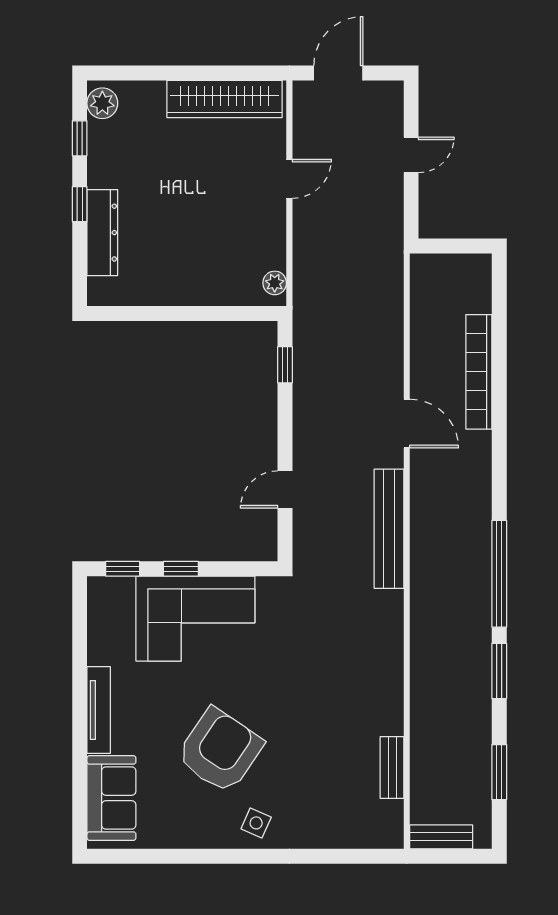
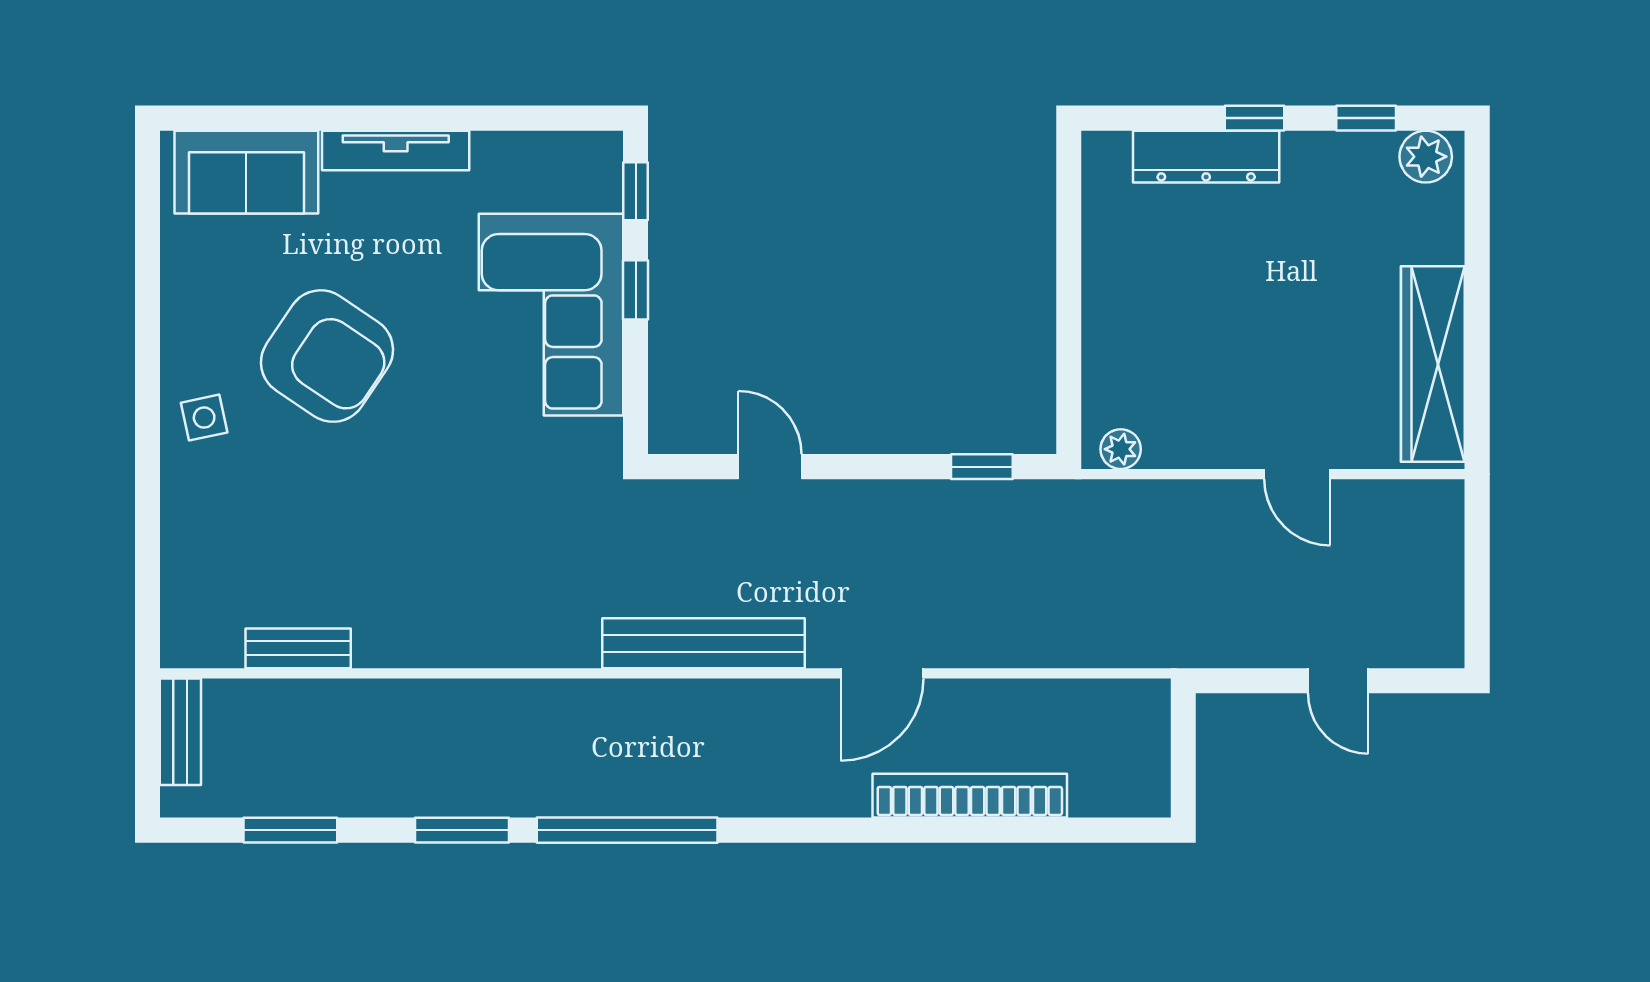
door: (338, 73) -> (1477, 557), removed
side table: (256, 823) -> (204, 418), turned -36

